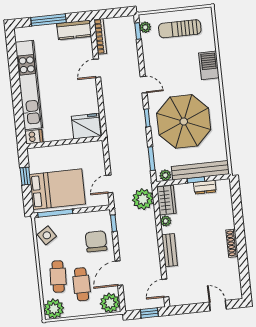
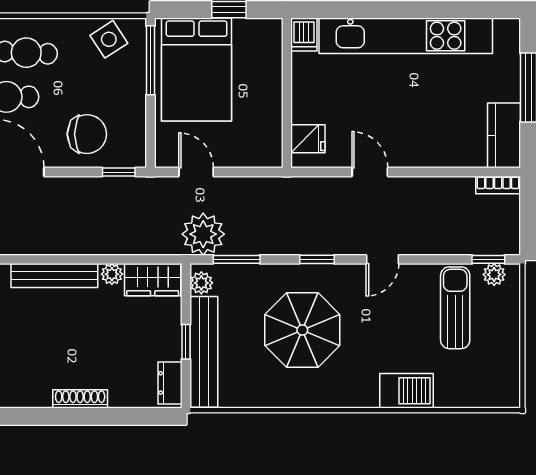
sun lounger: (180, 29) -> (455, 308), moved
bookcase: (100, 36) -> (498, 185), width x0.64
door: (97, 68) -> (370, 172), moved
parasol: (184, 121) -> (302, 330), width x0.73, depth x0.73
fridge: (86, 126) -> (308, 139), width x0.53, depth x0.75
dresser: (205, 187) -> (170, 383), moved
plant: (143, 199) -> (203, 234), moved
shoe rack: (232, 243) -> (80, 399), moved
bench: (170, 250) -> (54, 276), width x1.36

